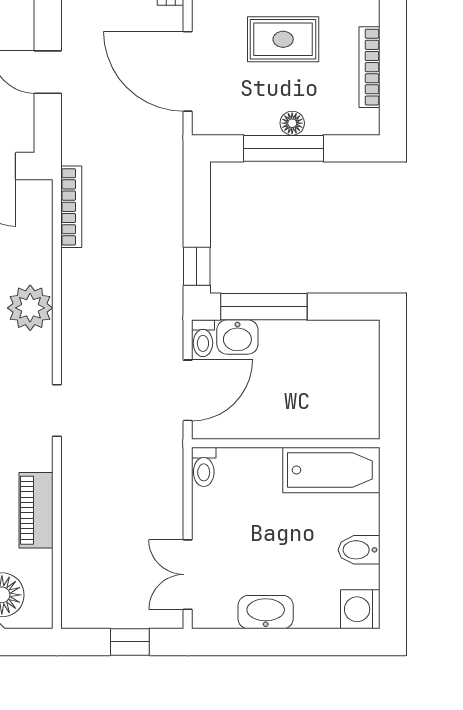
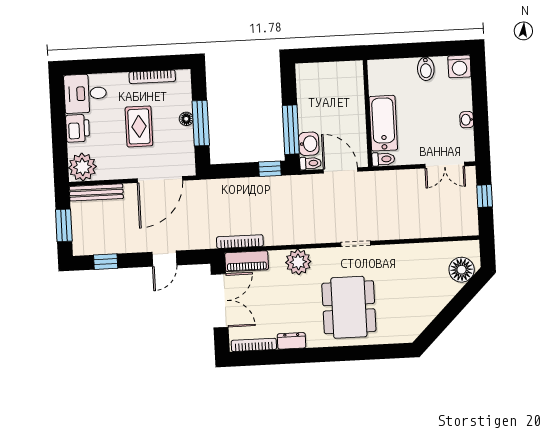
bathtub: (331, 470) -> (383, 123), moved
piano: (36, 510) -> (247, 261), moved
washbasin: (266, 612) -> (467, 120), width x0.52, depth x0.69

